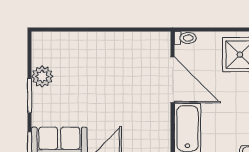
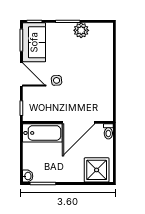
side table: (113, 111) -> (57, 80), added

